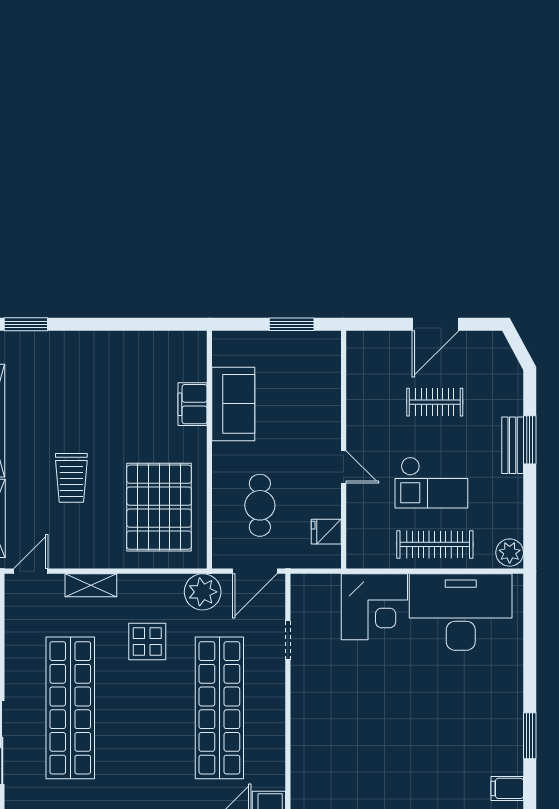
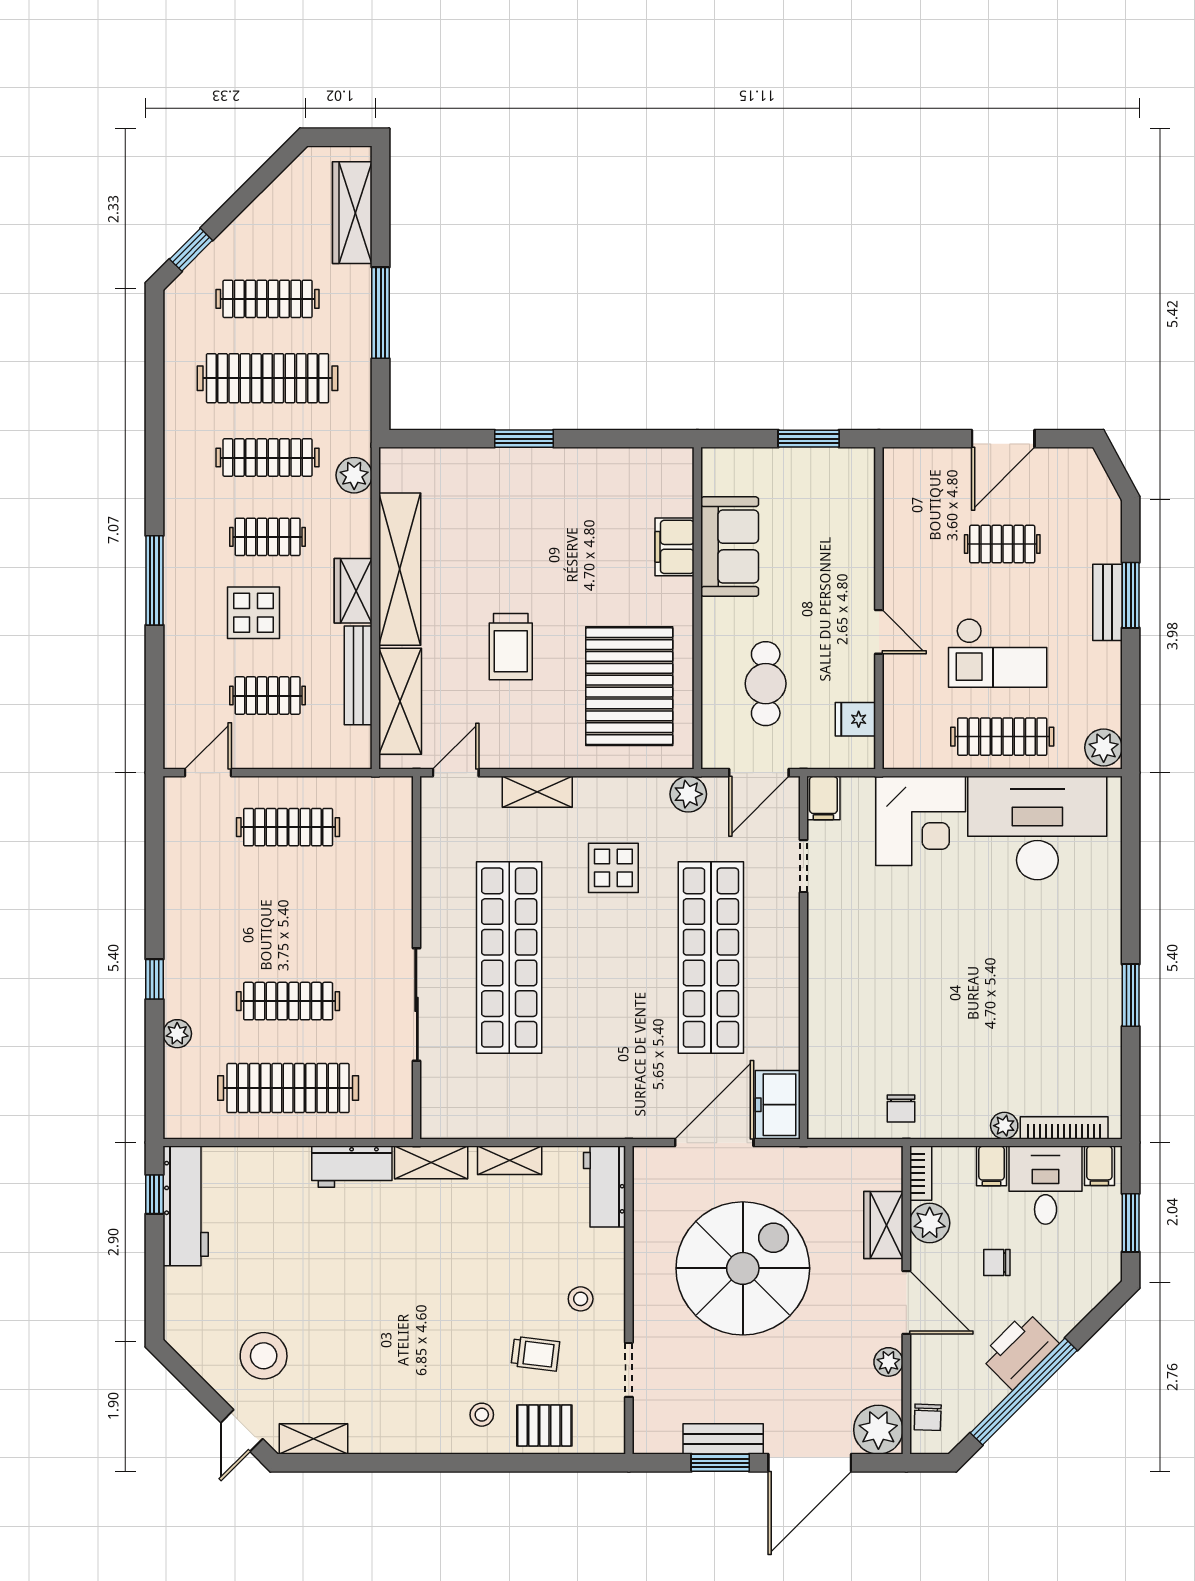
window: (26, 324) -> (524, 439), moved
plant: (203, 592) -> (688, 794), width x0.73, depth x0.73
filing cabinet: (507, 788) -> (823, 798), moved, turned -90

